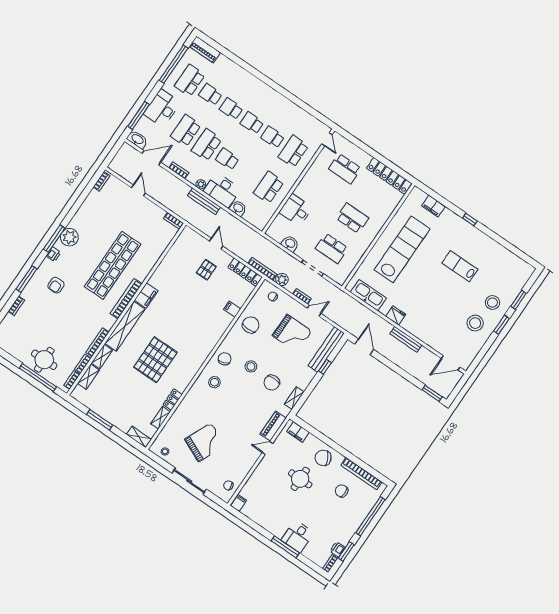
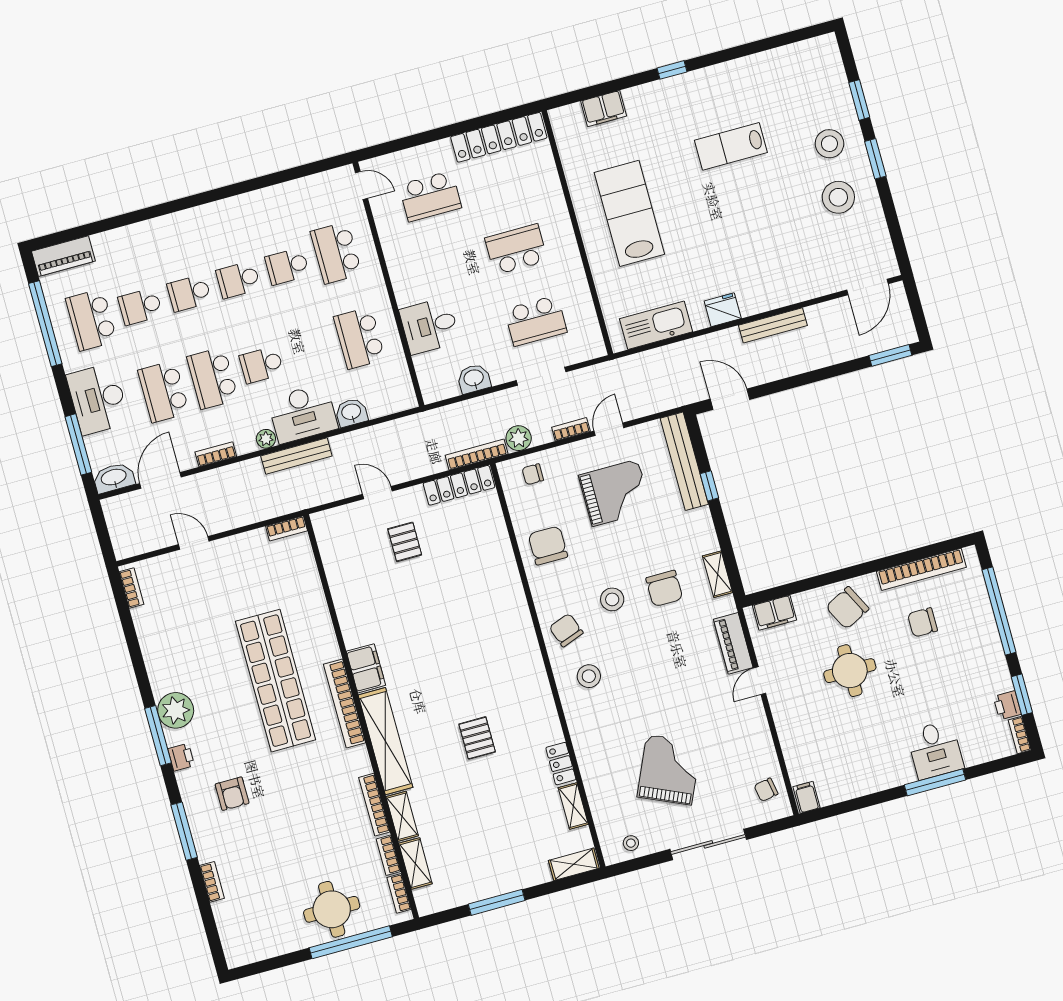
lab bench: (402, 249) -> (629, 213), width x0.73
filing cabinet: (232, 309) -> (499, 553), removed
pallet: (155, 360) -> (477, 738), width x0.49, depth x0.50

